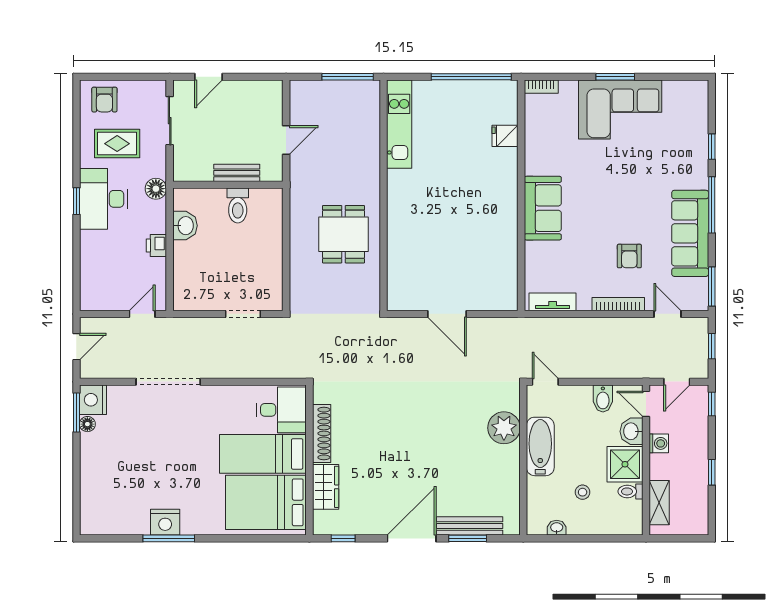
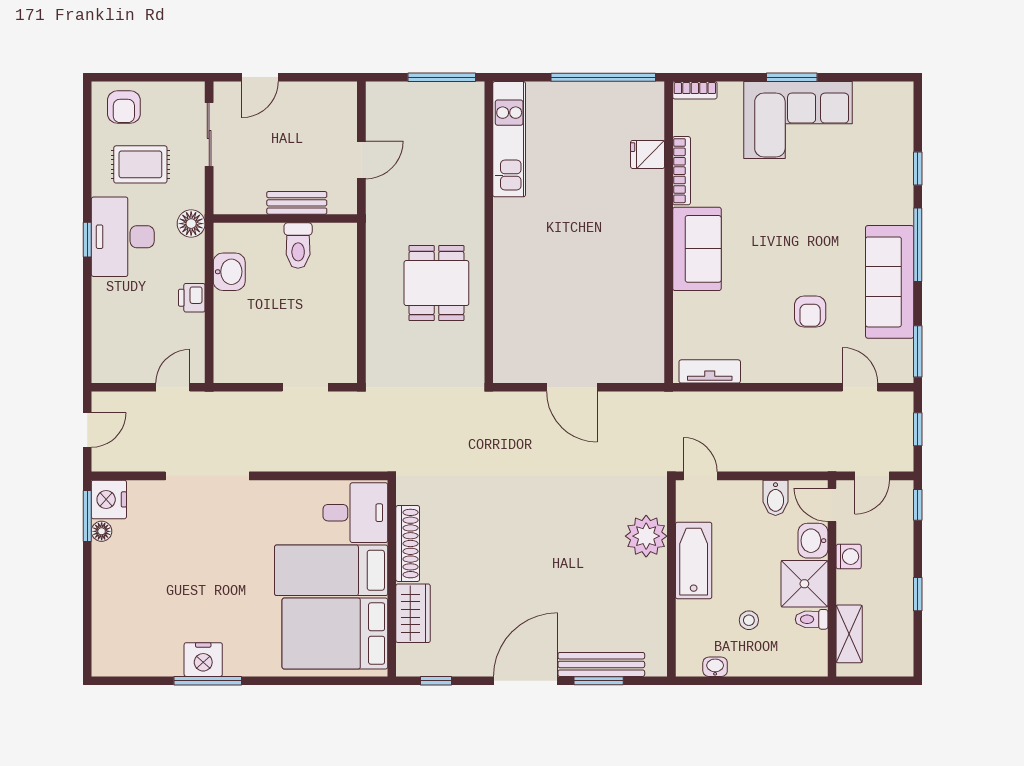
bookcase: (618, 304) -> (682, 171), moved, turned 90

